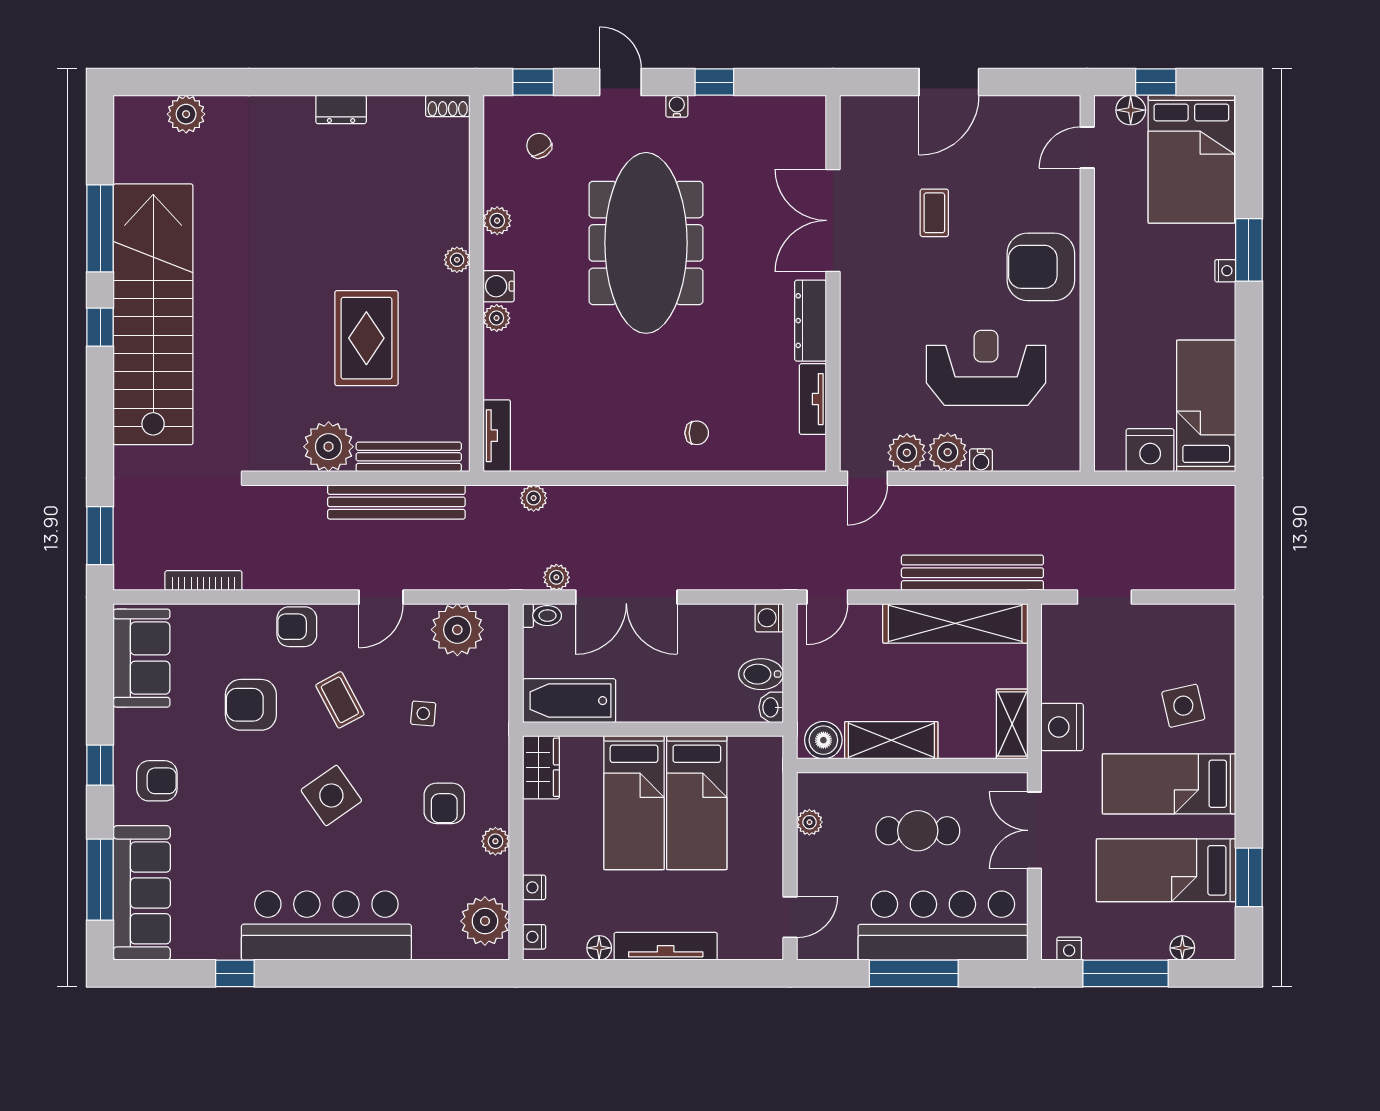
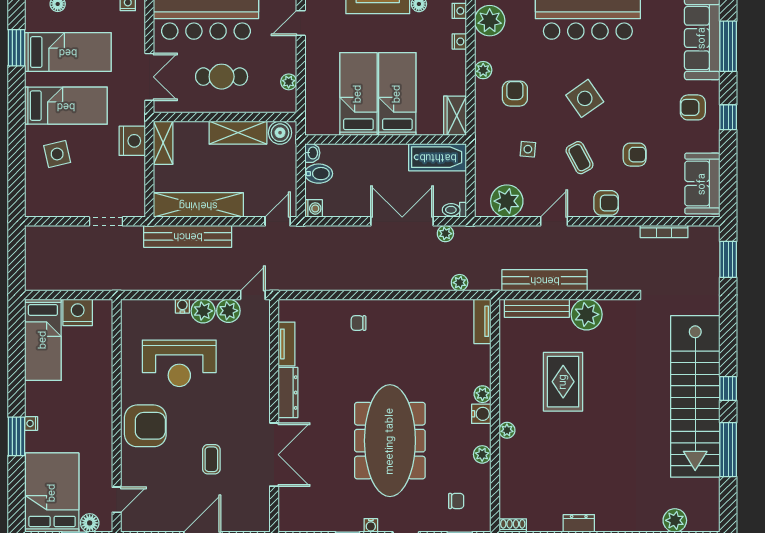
chair: (539, 146) -> (456, 501), turned -57
armchair: (251, 705) -> (635, 155), width x0.72, depth x0.72

